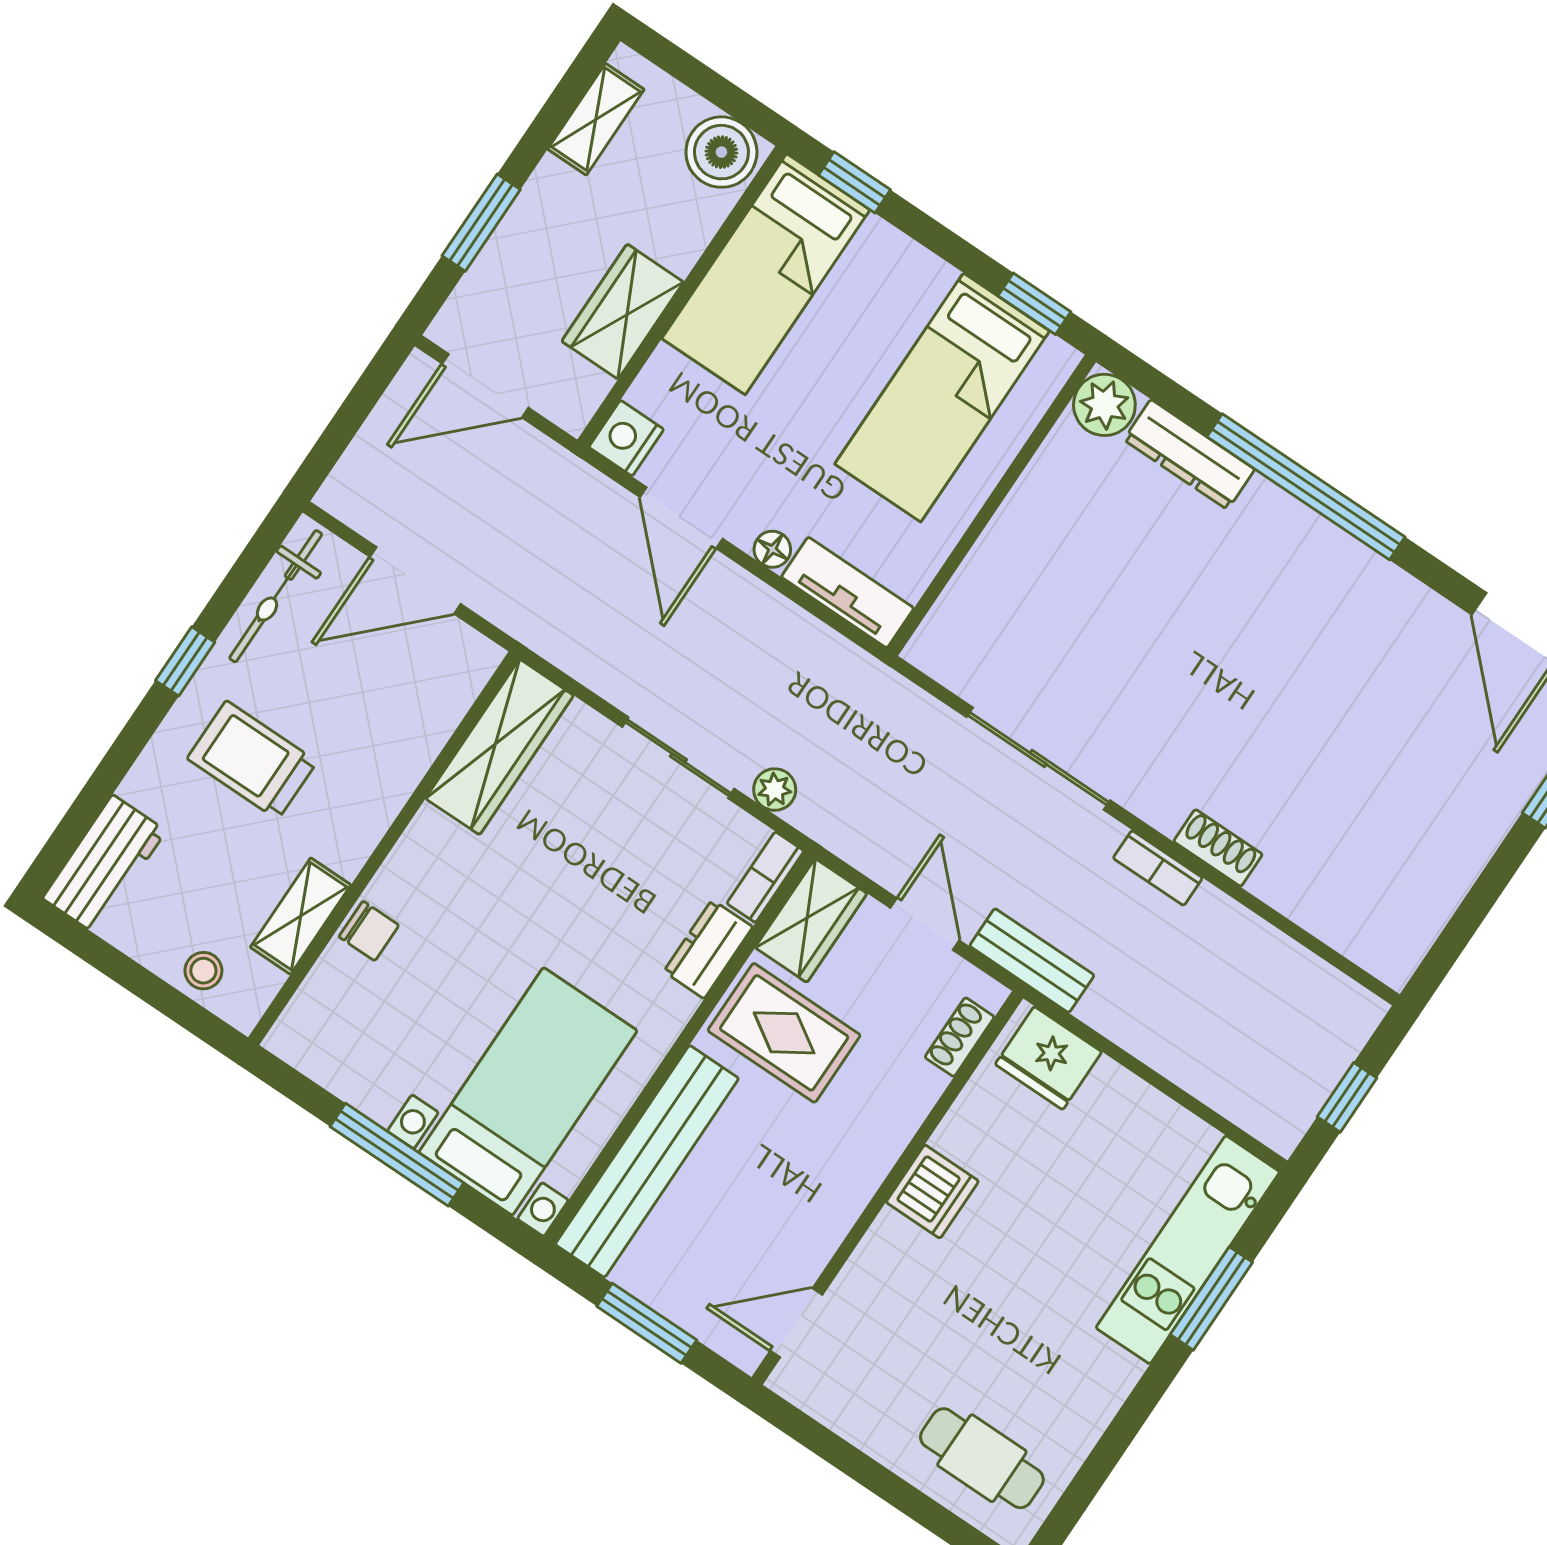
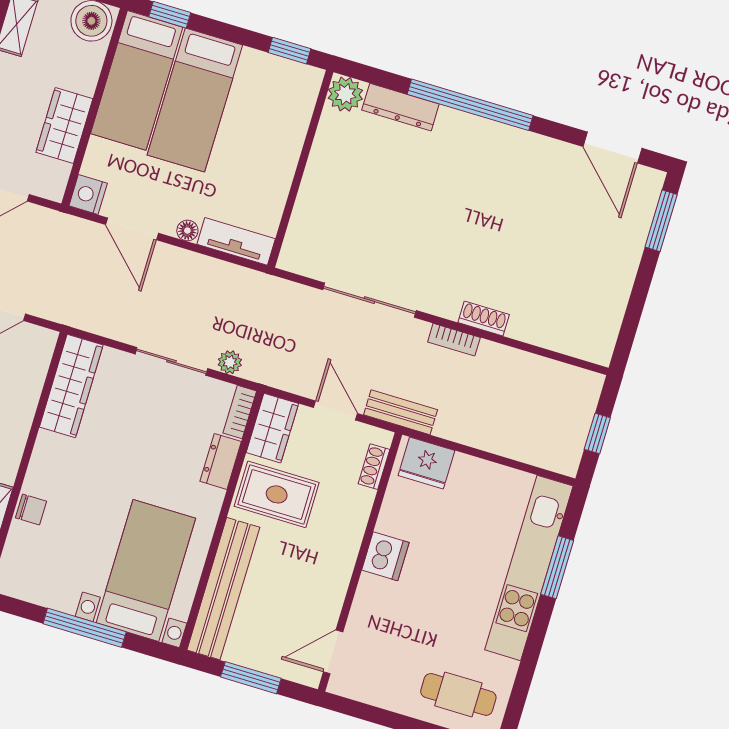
bed: (942, 397) -> (195, 100), moved
kitchen unit: (1188, 1250) -> (529, 568), width x1.36

